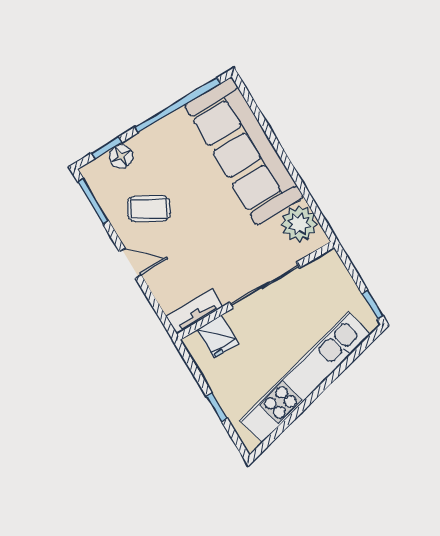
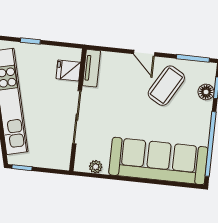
coffee table: (149, 209) -> (166, 86), width x1.36, depth x1.30
plant: (299, 224) -> (96, 167), width x0.53, depth x0.53
door: (130, 263) -> (144, 53), hinge flipped

